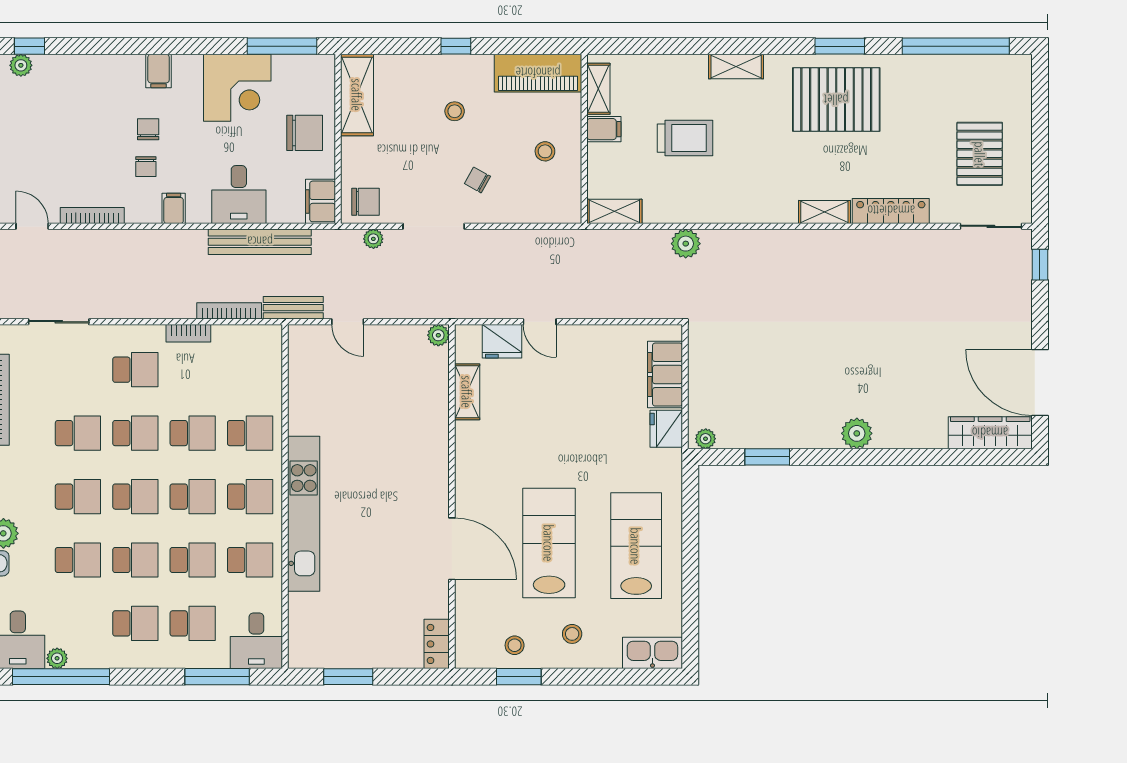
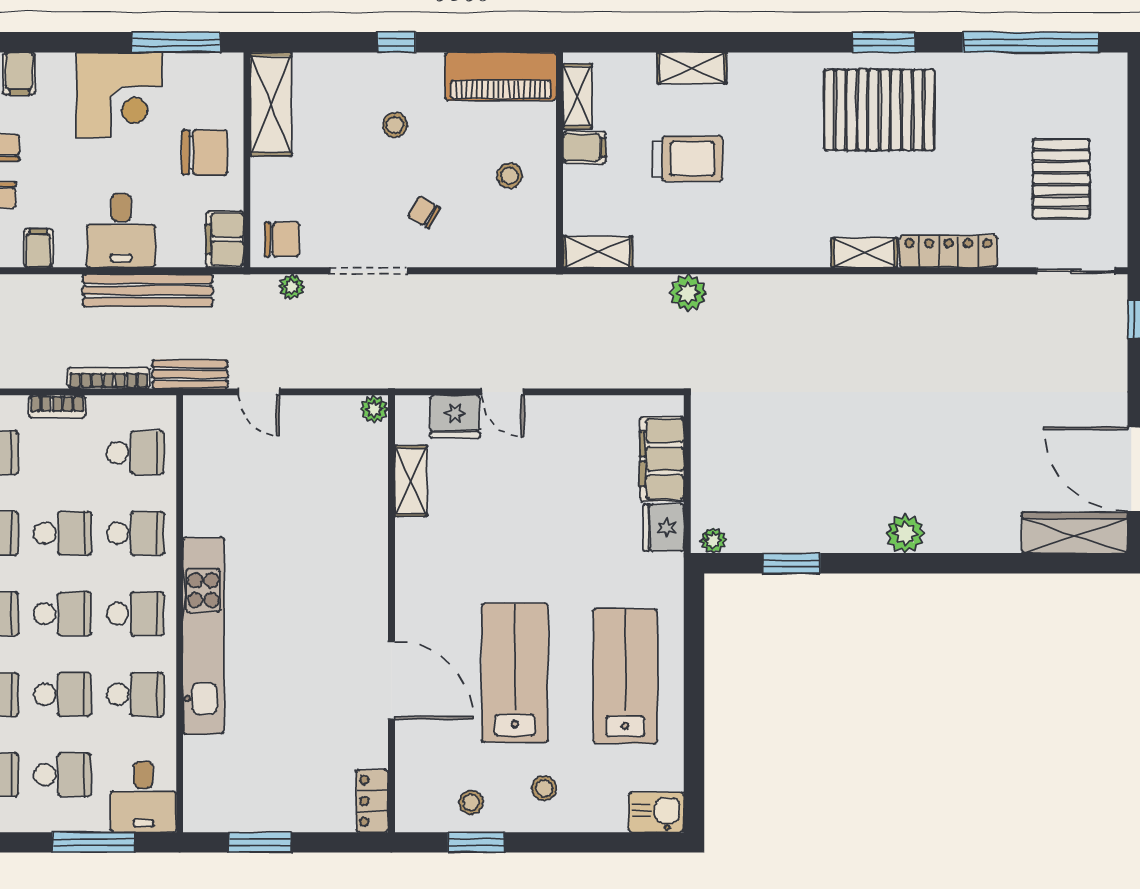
shelving: (736, 66) -> (692, 68), moved
school desk: (250, 370) -> (135, 453), added
kitchen sink: (652, 653) -> (656, 812), width x0.73

